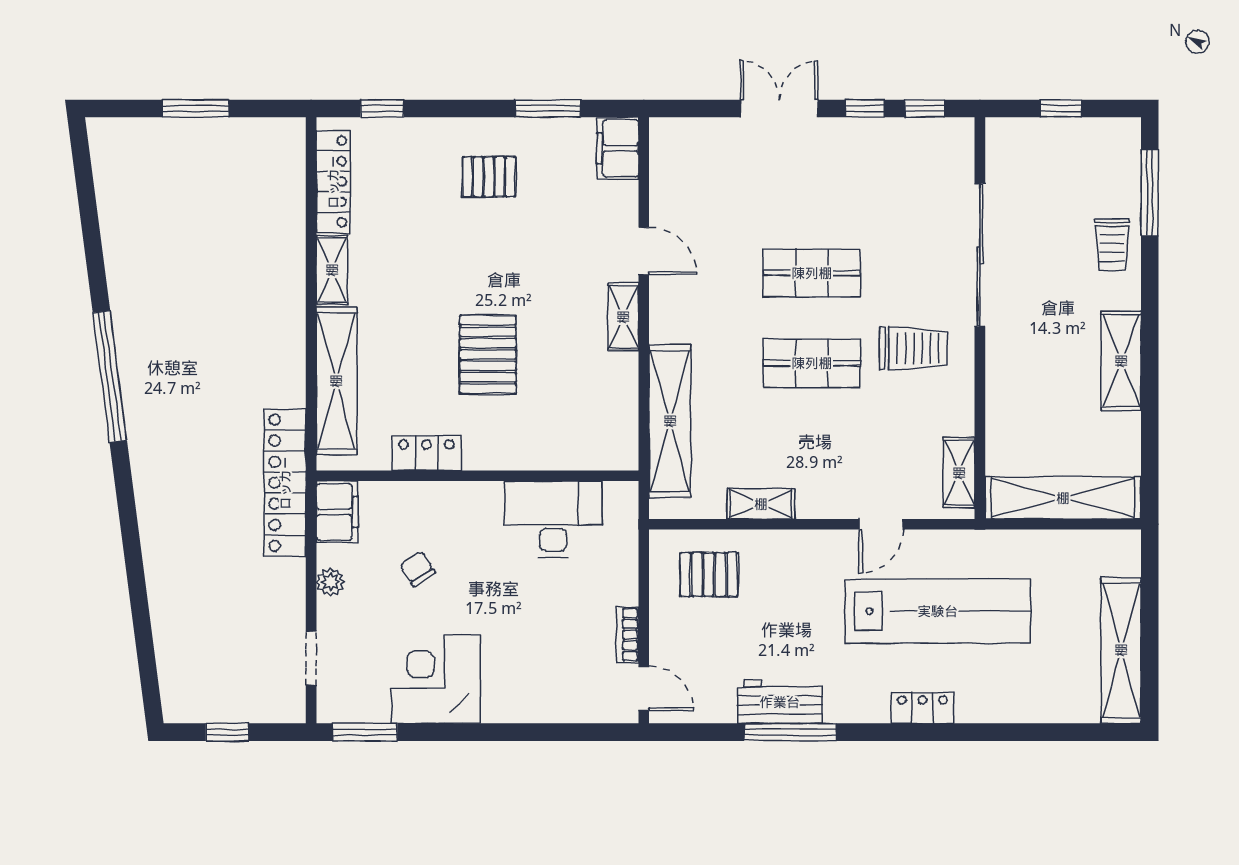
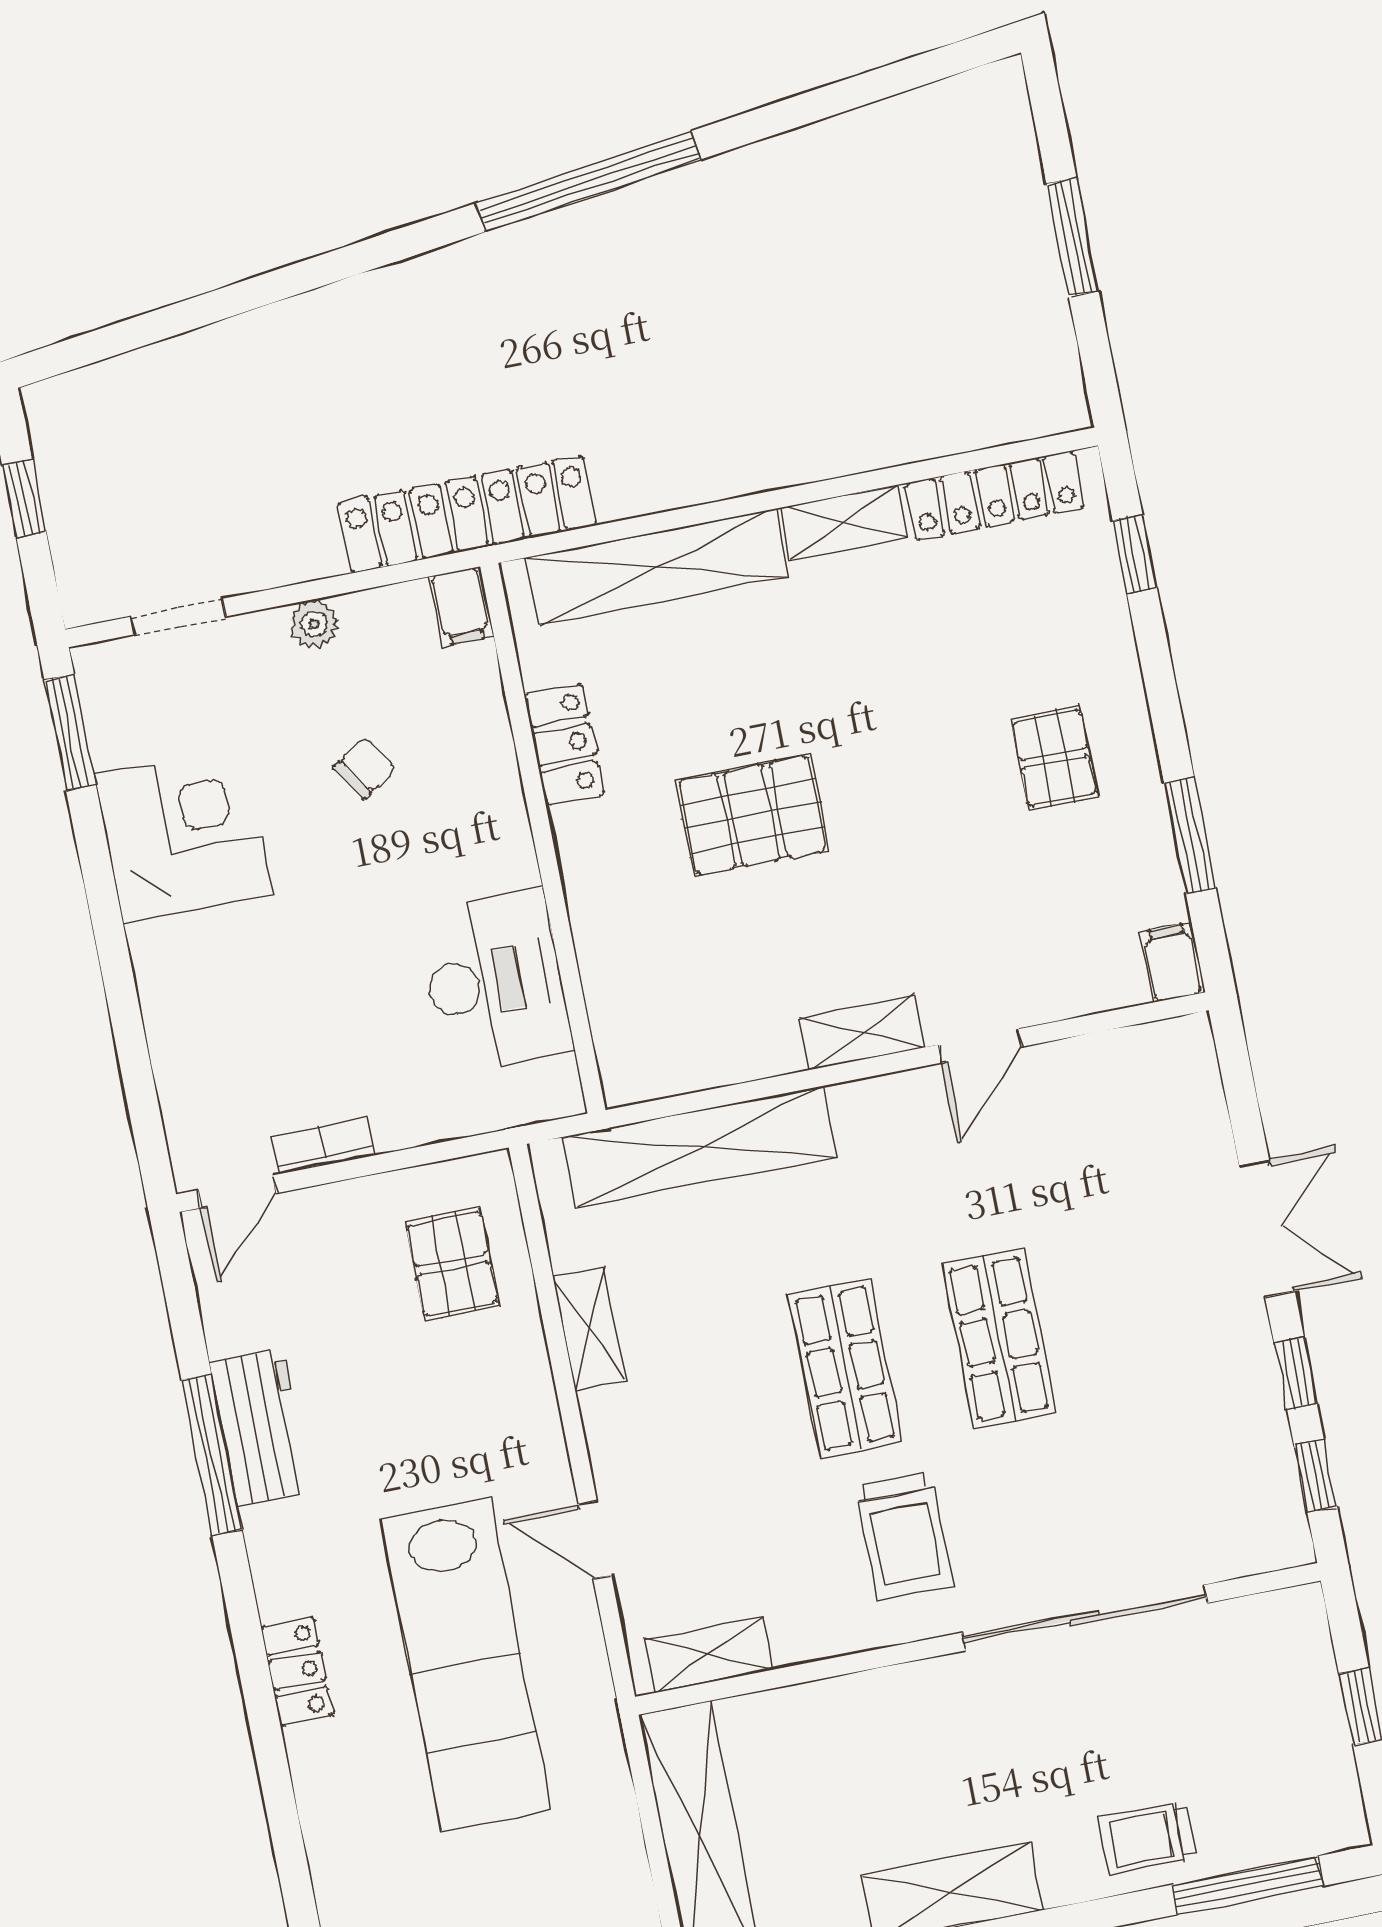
filing cabinet: (618, 148) -> (1172, 962), width x0.50
filing cabinet: (337, 512) -> (461, 607), width x0.50

